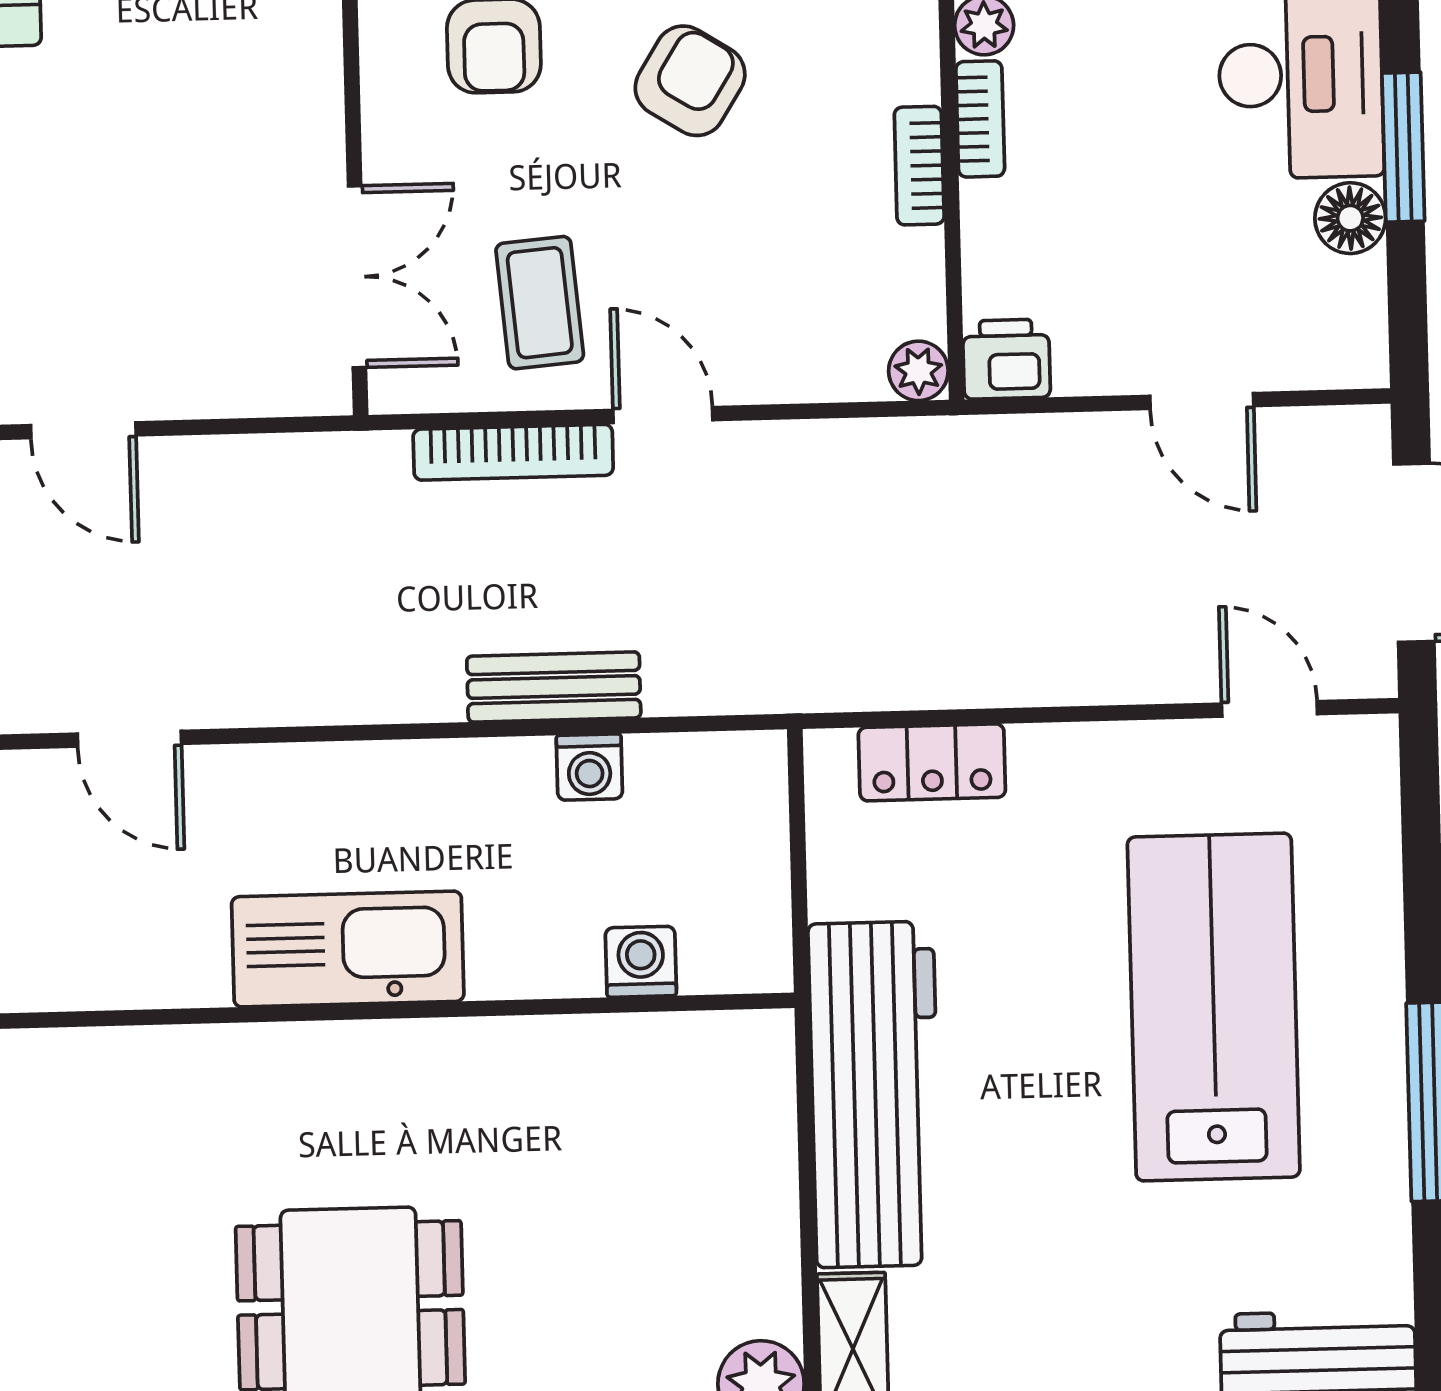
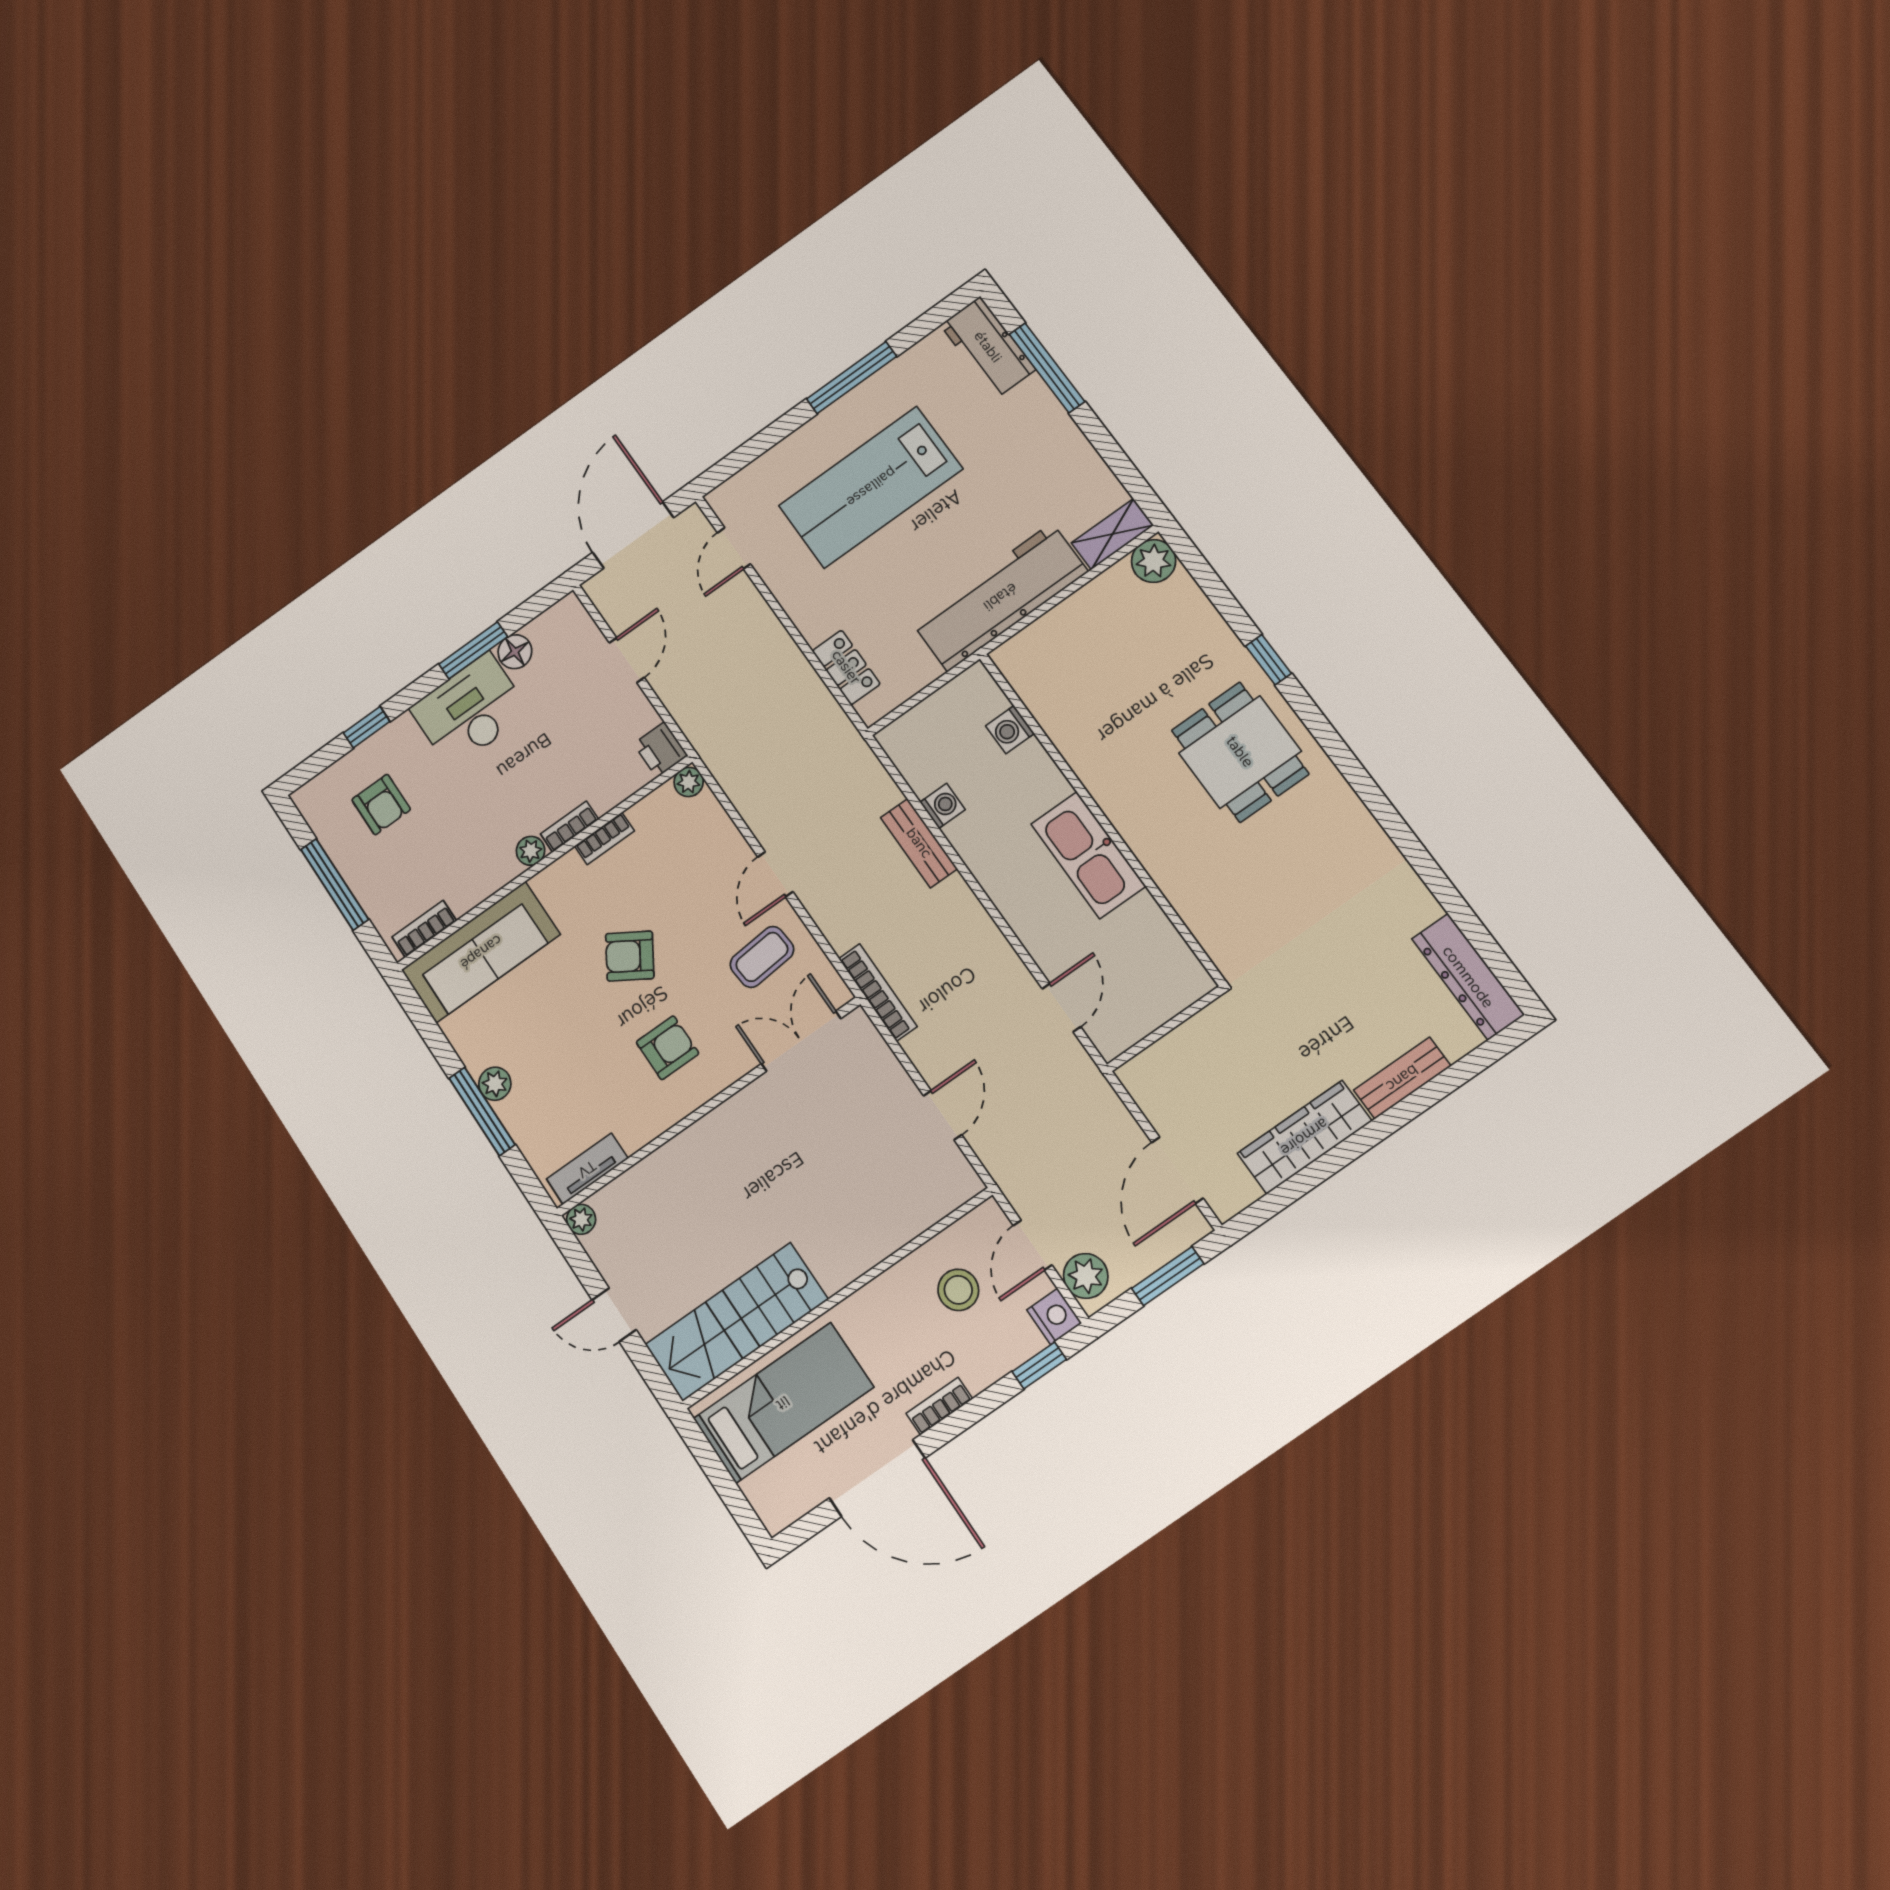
bookcase: (513, 452) -> (878, 992), moved

